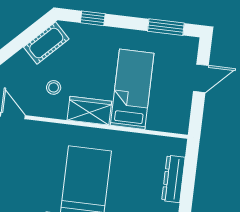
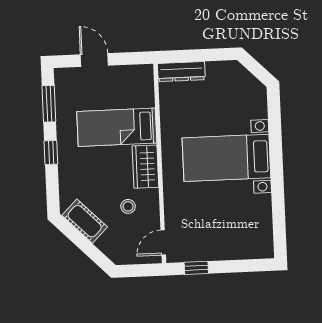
window: (93, 18) -> (51, 152), moved
dresser: (173, 179) -> (181, 72), moved

